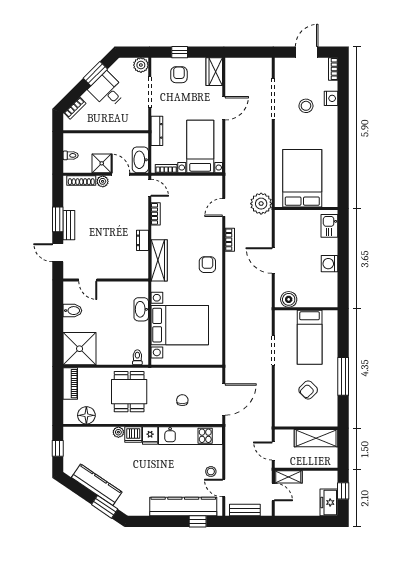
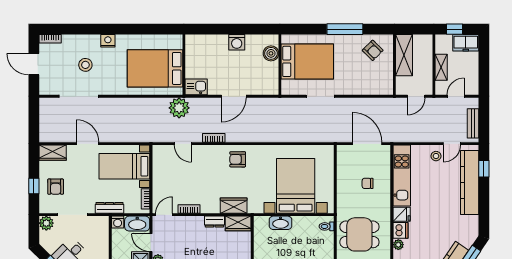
armchair: (179, 75) -> (56, 187), turned -90
nightstand: (331, 98) -> (108, 41), moved
washing machine: (142, 139) -> (118, 222), added
door: (121, 174) -> (151, 243), hinge flipped
kitchen sink: (329, 226) -> (196, 87), moved, turned 180
wardrobe: (159, 260) -> (234, 206), width x0.67
wardrobe: (141, 265) -> (238, 223), added
boiler: (289, 299) -> (271, 53), moved
bed: (310, 337) -> (307, 61), width x1.50
armchair: (308, 390) -> (373, 50), moved
shelving: (288, 477) -> (441, 67), moved

